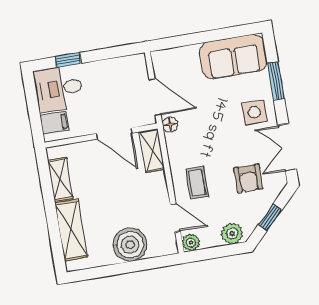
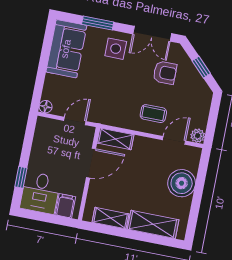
door: (155, 97) -> (75, 121), width x0.73
floor lamp: (170, 125) -> (46, 107), moved
plant: (232, 233) -> (203, 101), removed

